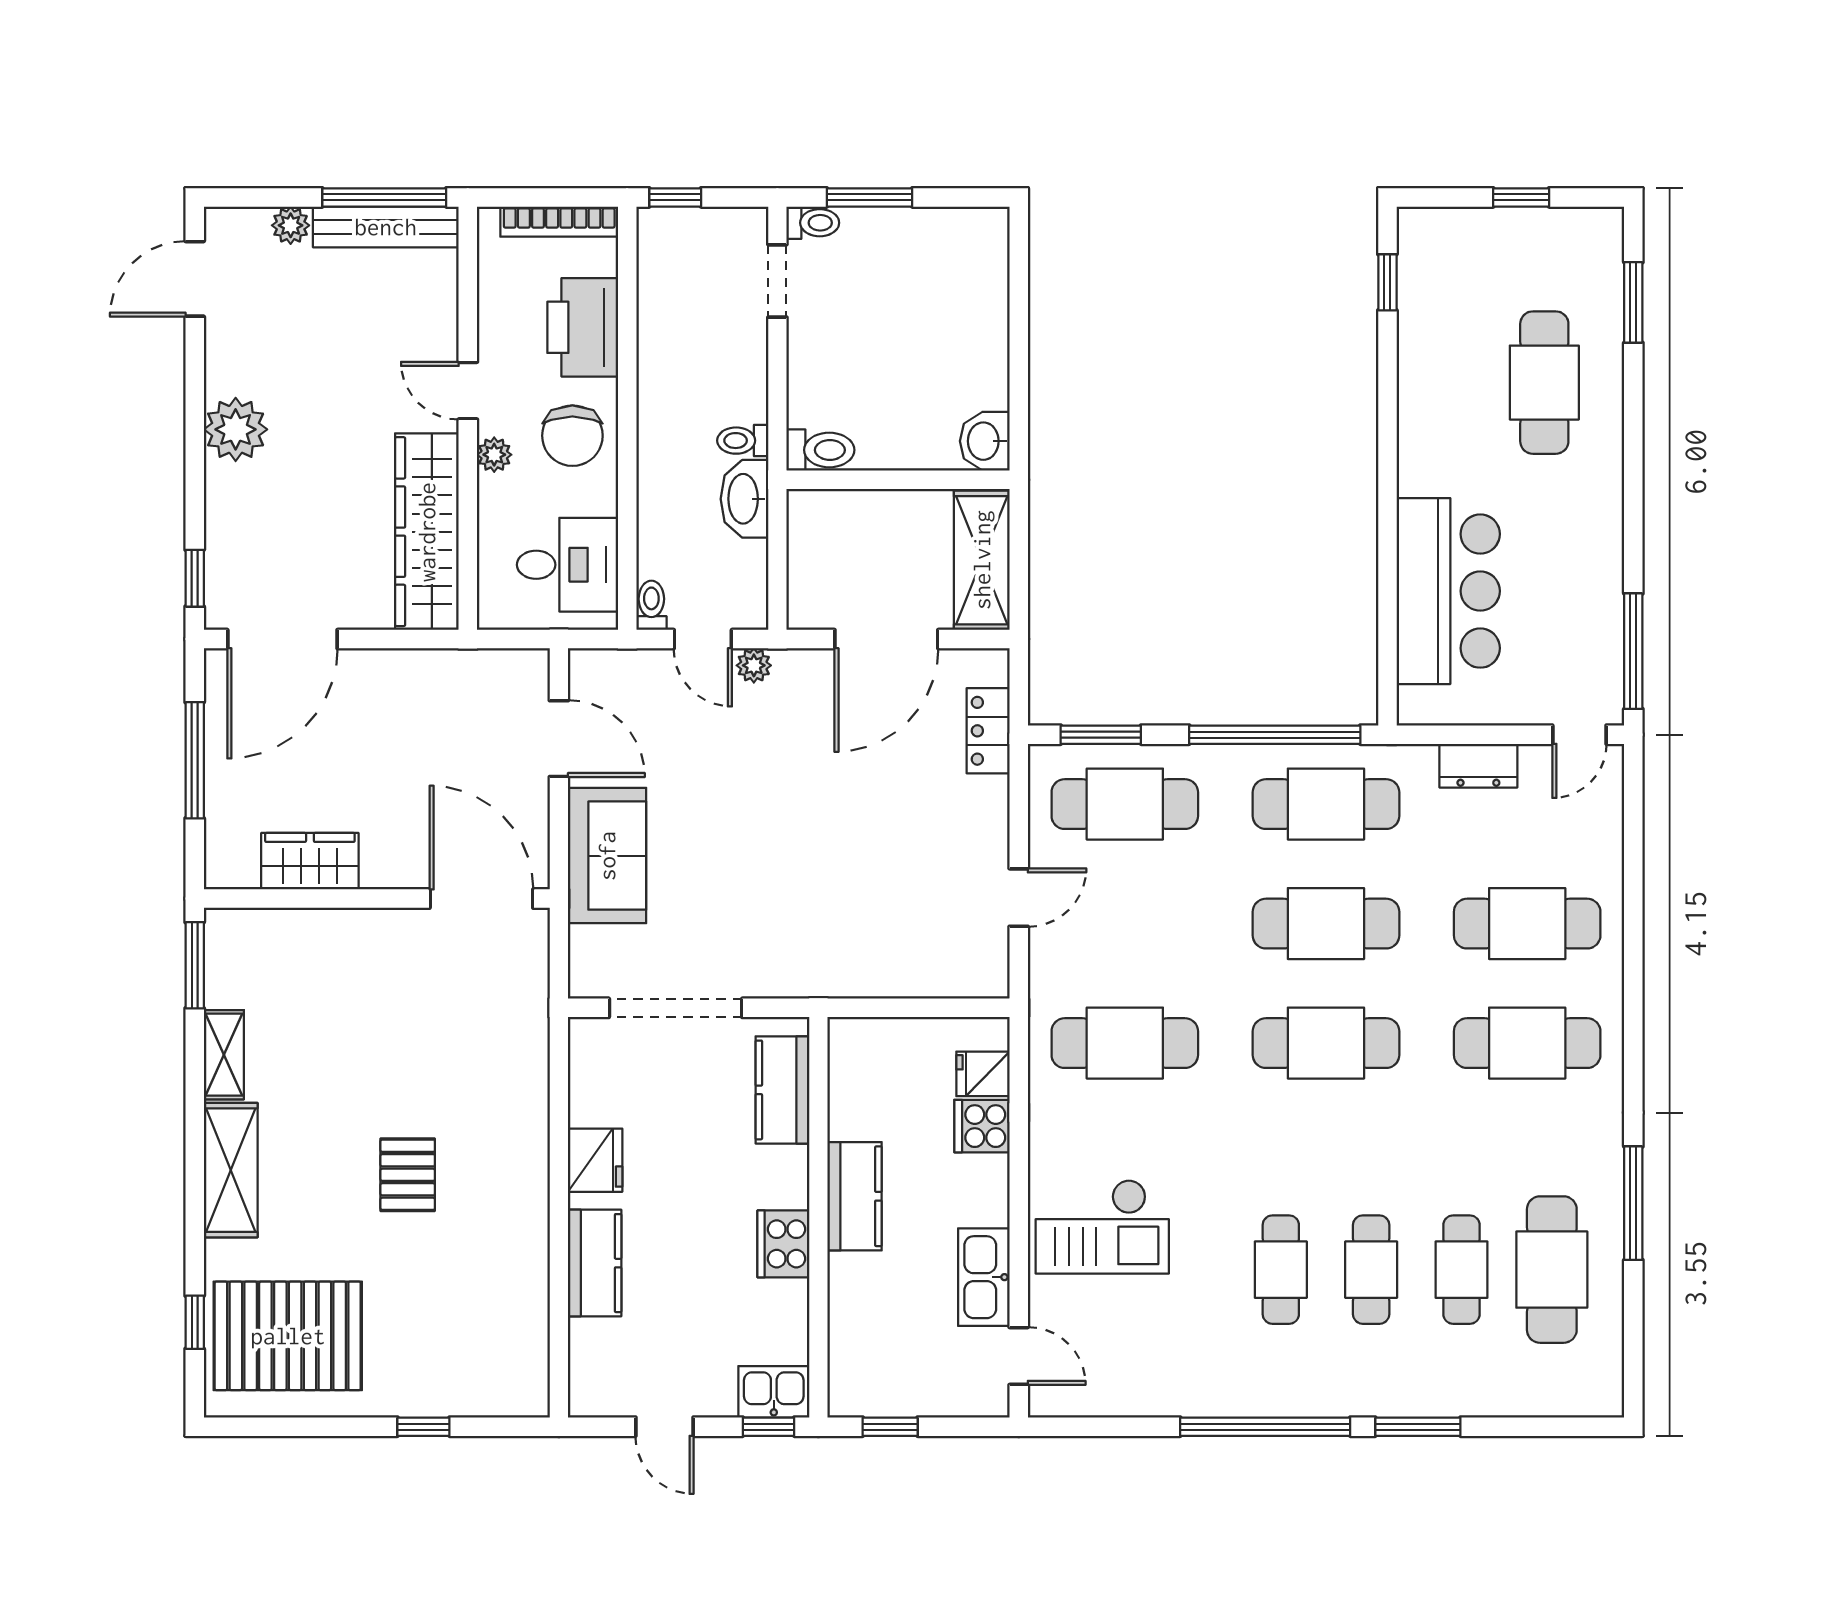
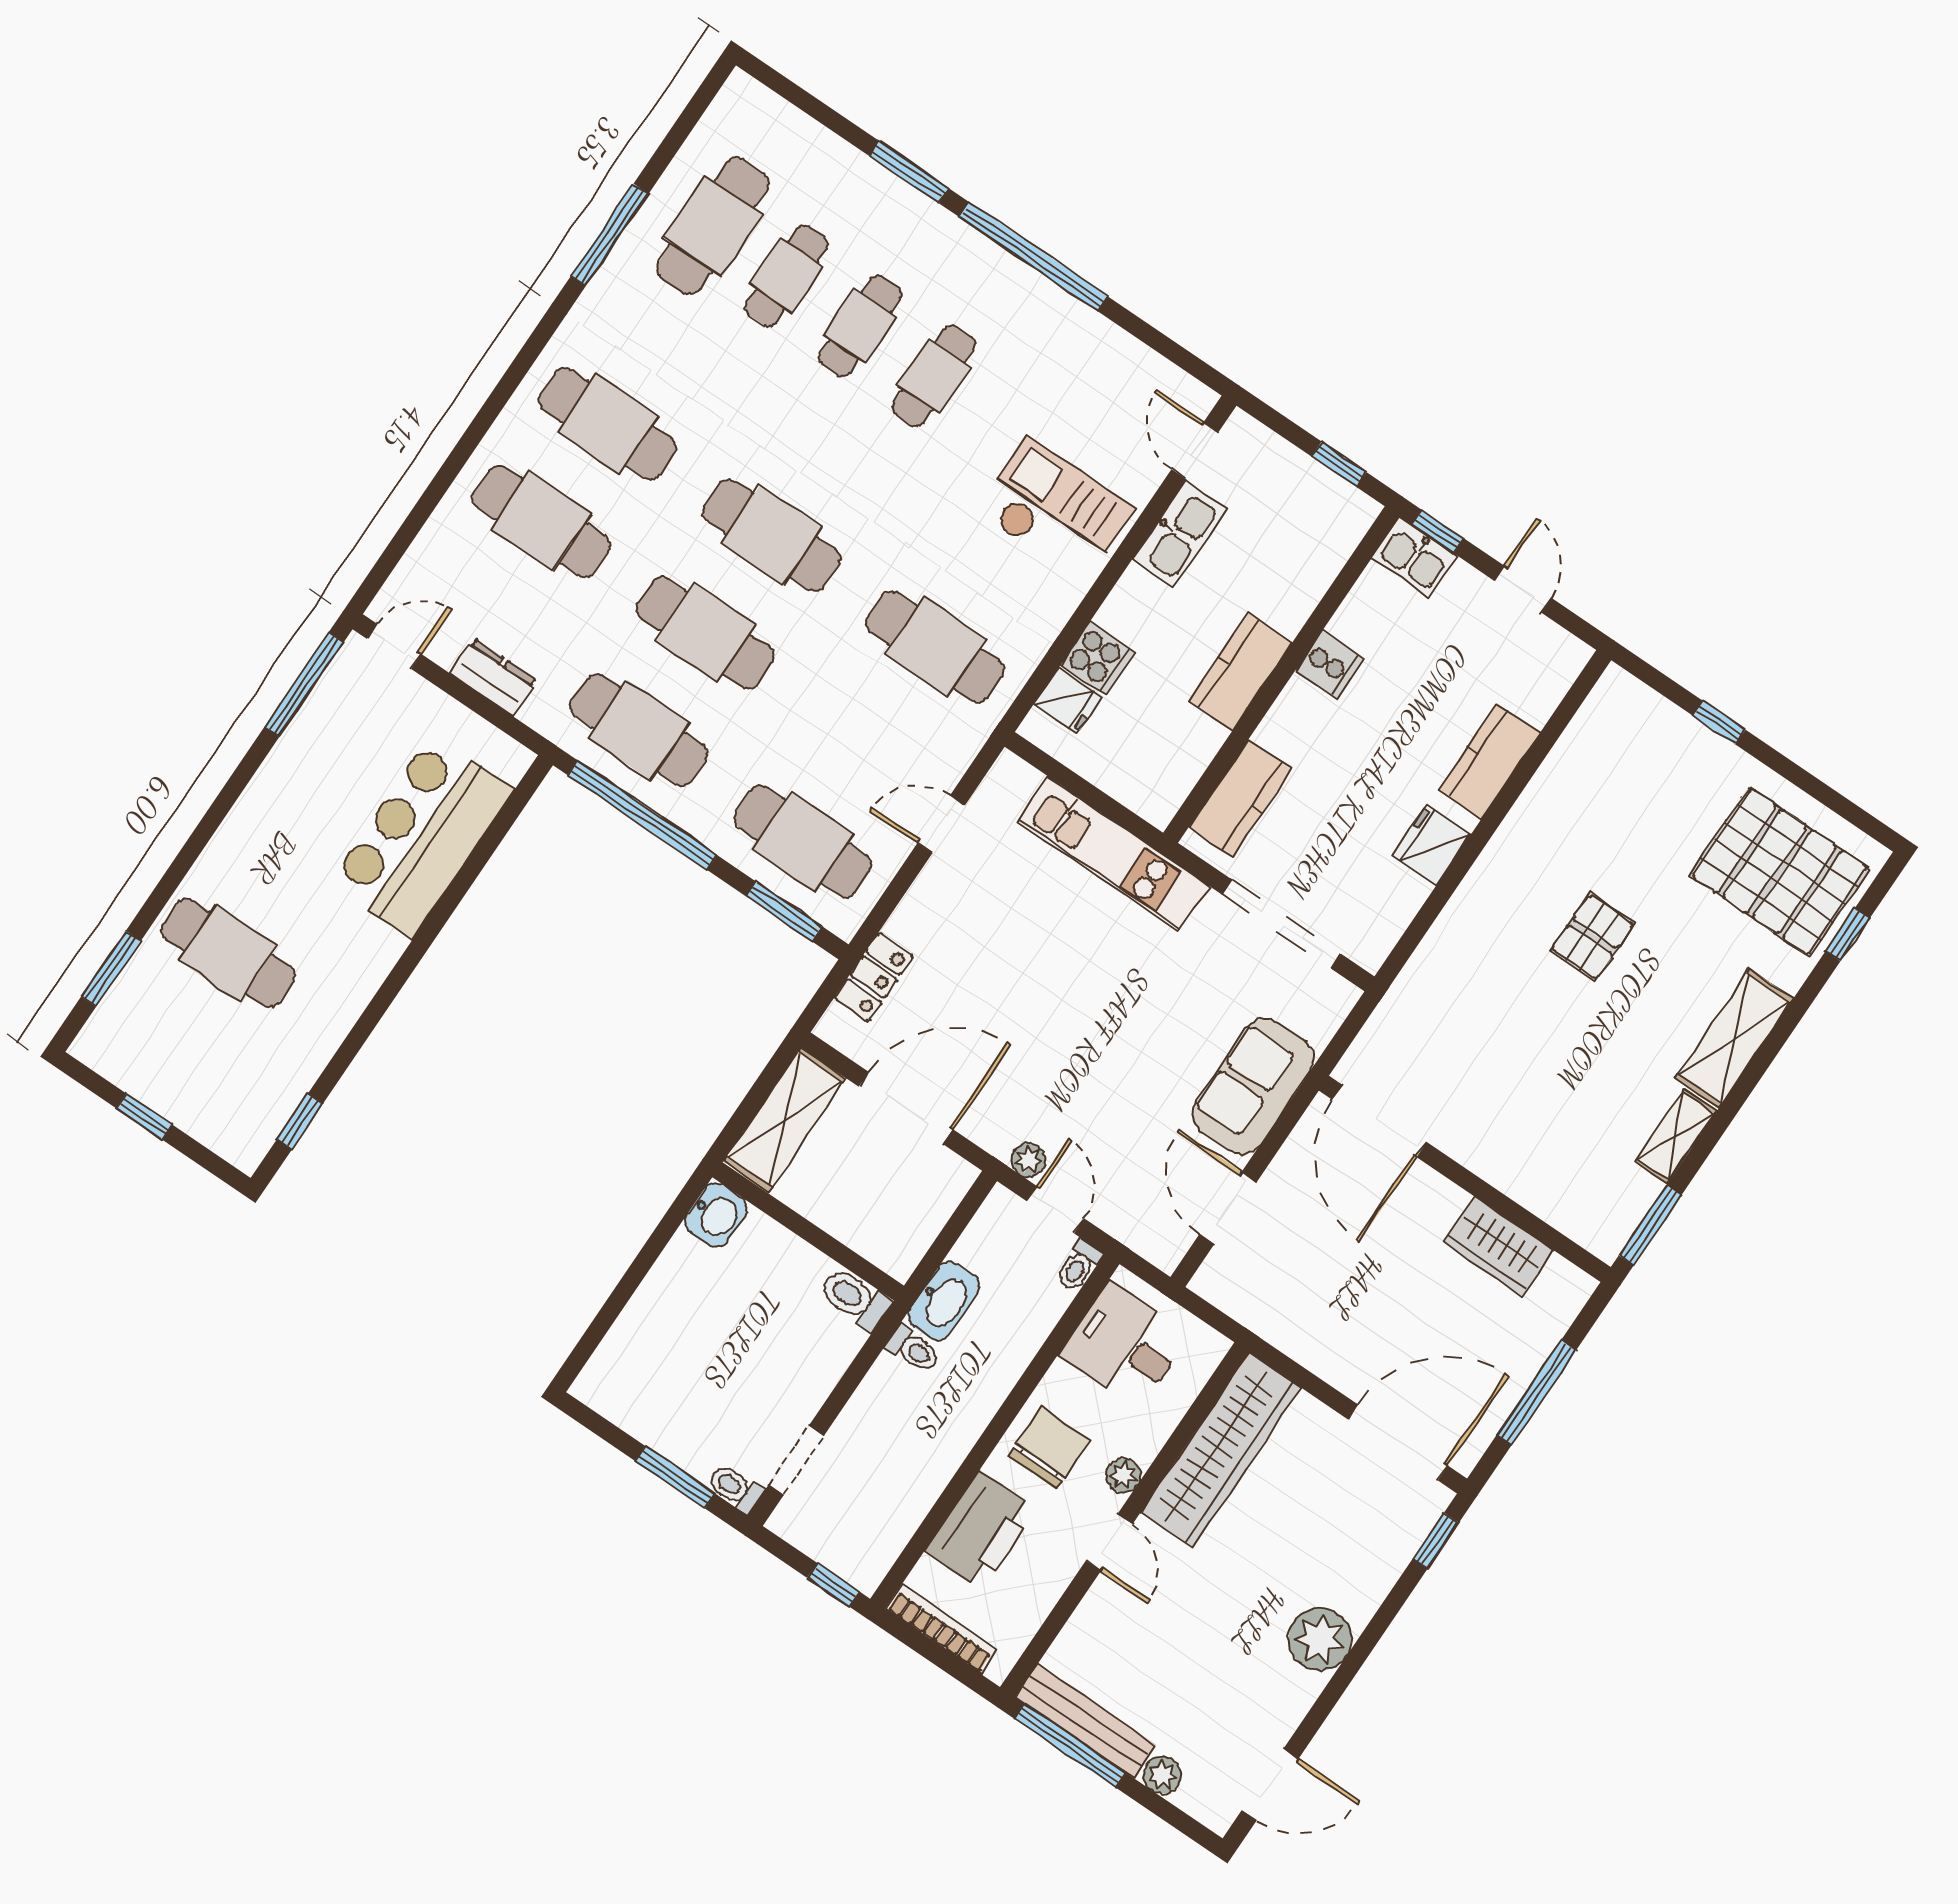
cafe table: (1544, 383) -> (228, 953), turned 90
kitchen unit: (857, 971) -> (1113, 854), added
cooker: (783, 1244) -> (1330, 665), width x0.73

